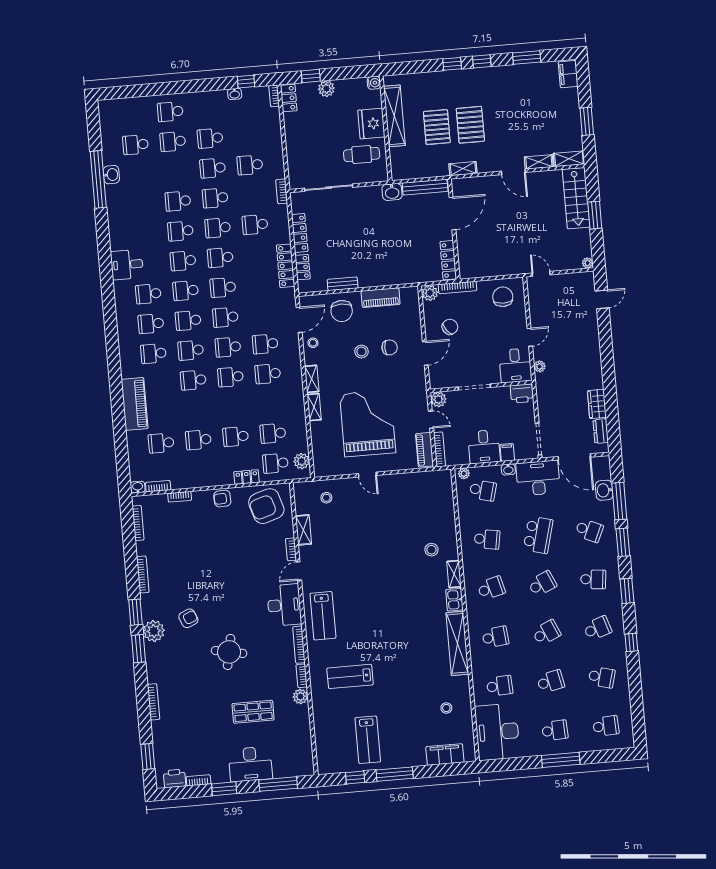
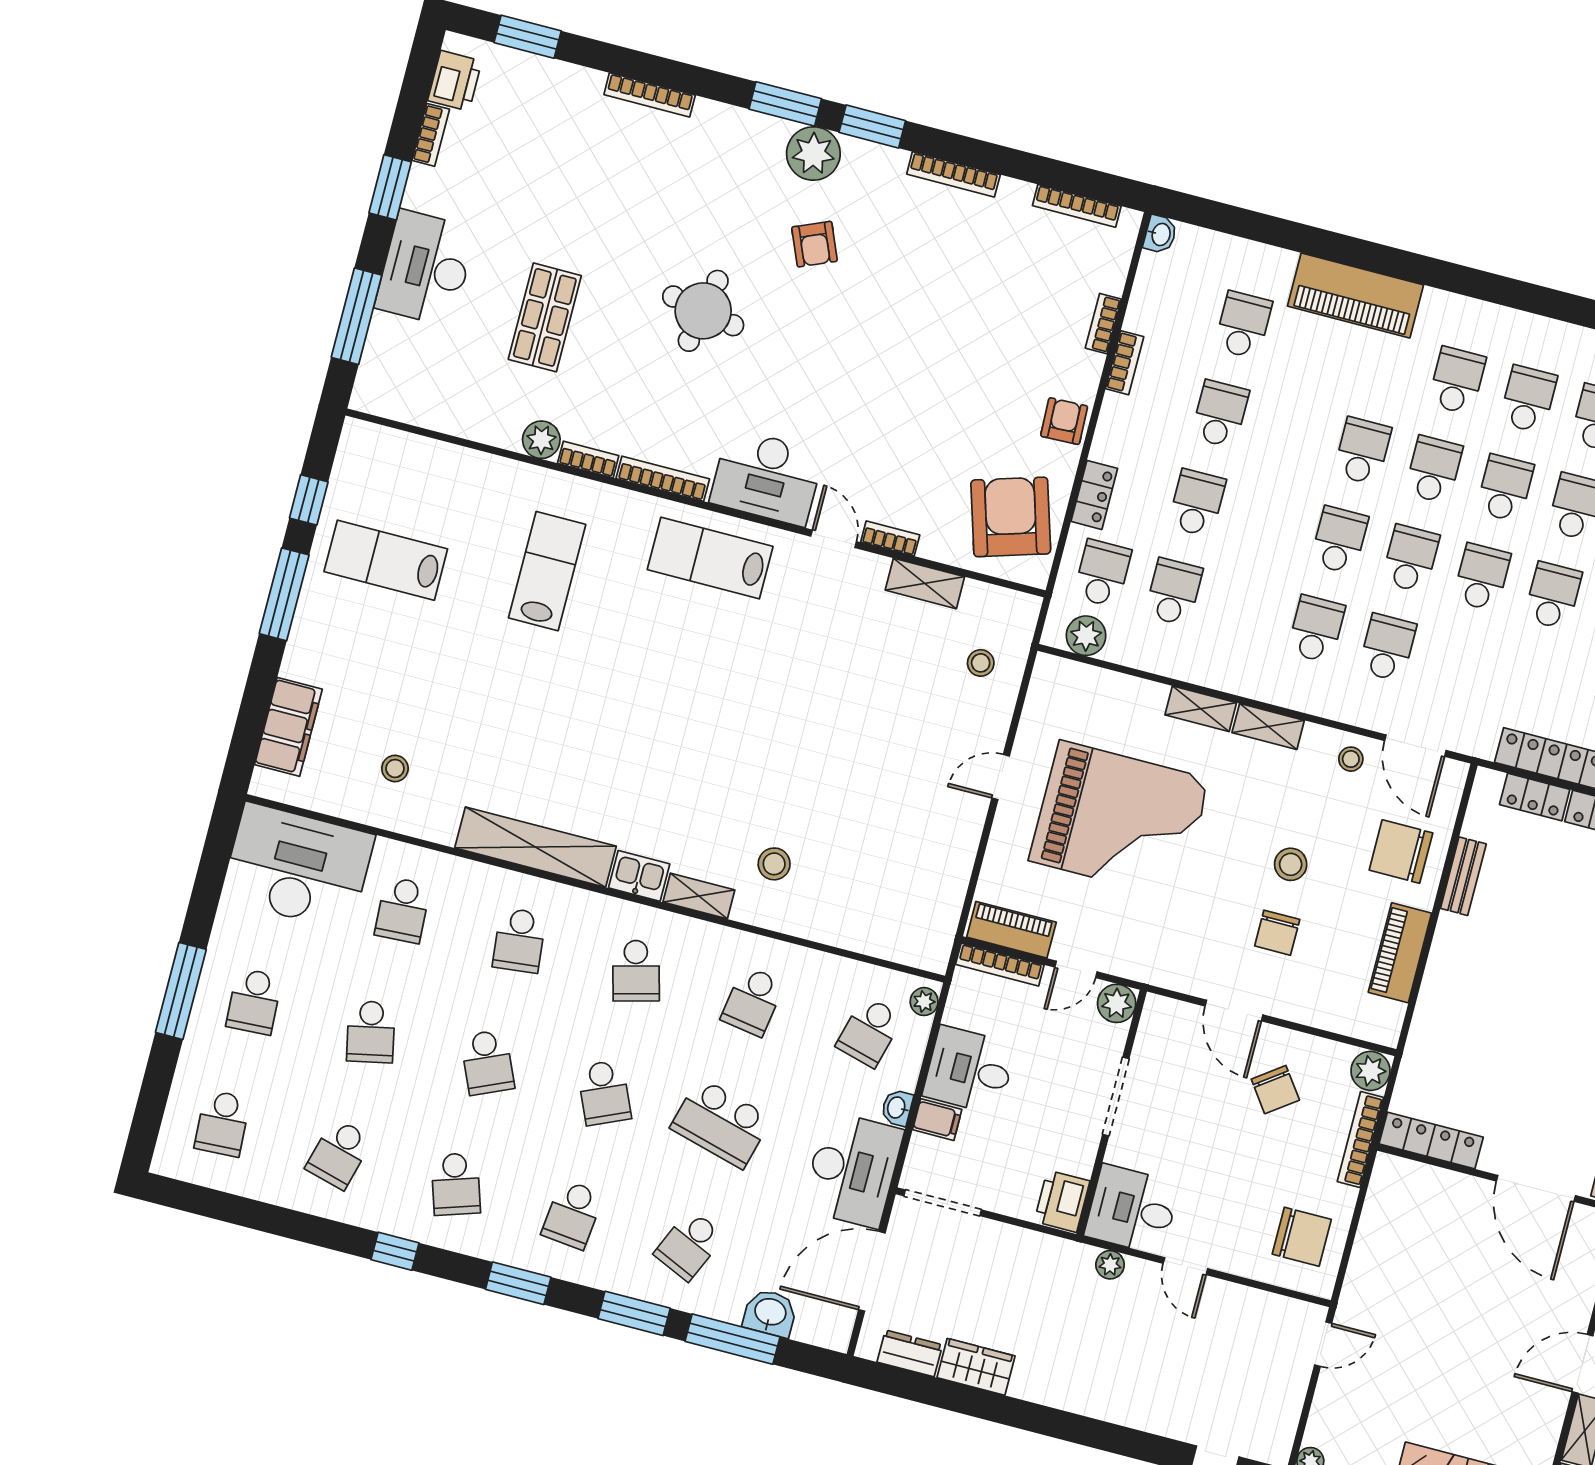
bookcase: (158, 486) -> (1125, 363), moved

